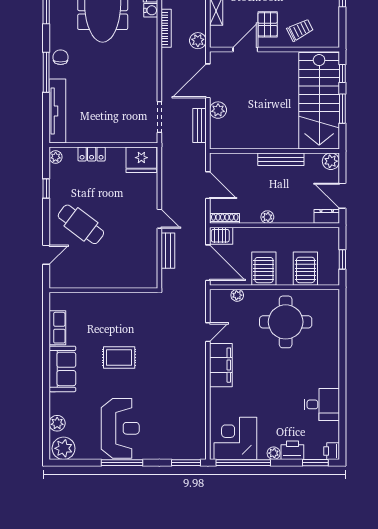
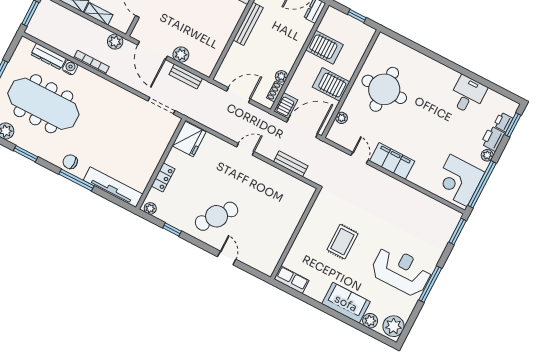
plant: (267, 217) -> (281, 76), moved
shoe rack: (225, 218) -> (275, 92), width x0.70
bench: (168, 251) -> (291, 164), moved
server rack: (305, 269) -> (324, 47), moved, turned 180
wall: (103, 290) -> (295, 234), moved
sofa: (62, 369) -> (346, 303), moved
printer: (332, 451) -> (503, 122), moved, turned 90

